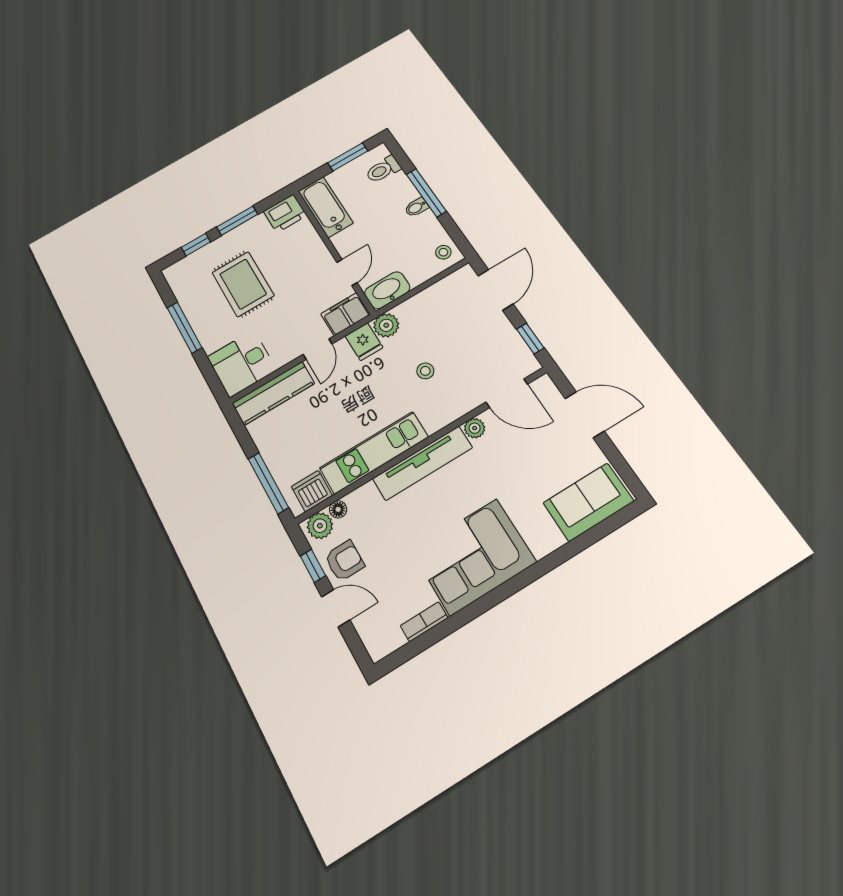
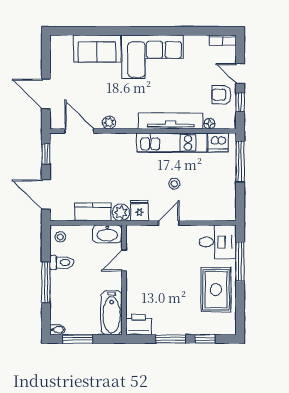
toilet: (383, 169) -> (62, 263), moved
bidet: (417, 207) -> (58, 330), moved
rug: (243, 284) -> (216, 290), moved
door: (495, 290) -> (46, 194), hinge flipped
filing cabinet: (345, 314) -> (140, 234), removed
window: (184, 328) -> (240, 262), moved
stool: (425, 371) -> (174, 184), moved
kitchen counter: (273, 393) -> (93, 212), moved, width x0.67
tv unit: (423, 463) -> (171, 121), moved
sofa: (588, 502) -> (97, 48), moved
plant: (320, 526) -> (224, 121), removed
bookcase: (424, 622) -> (223, 40), moved

